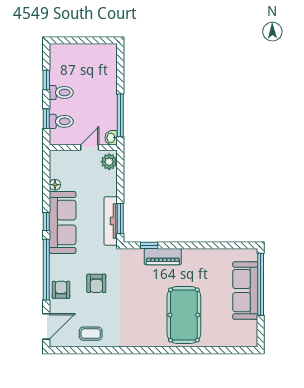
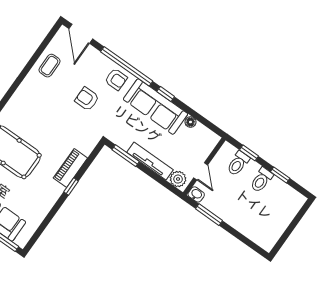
window: (120, 115) -> (209, 215), width x0.69
tv unit: (111, 221) -> (150, 161), moved
window: (149, 245) -> (71, 187), moved
armchair: (61, 290) -> (116, 79), moved

